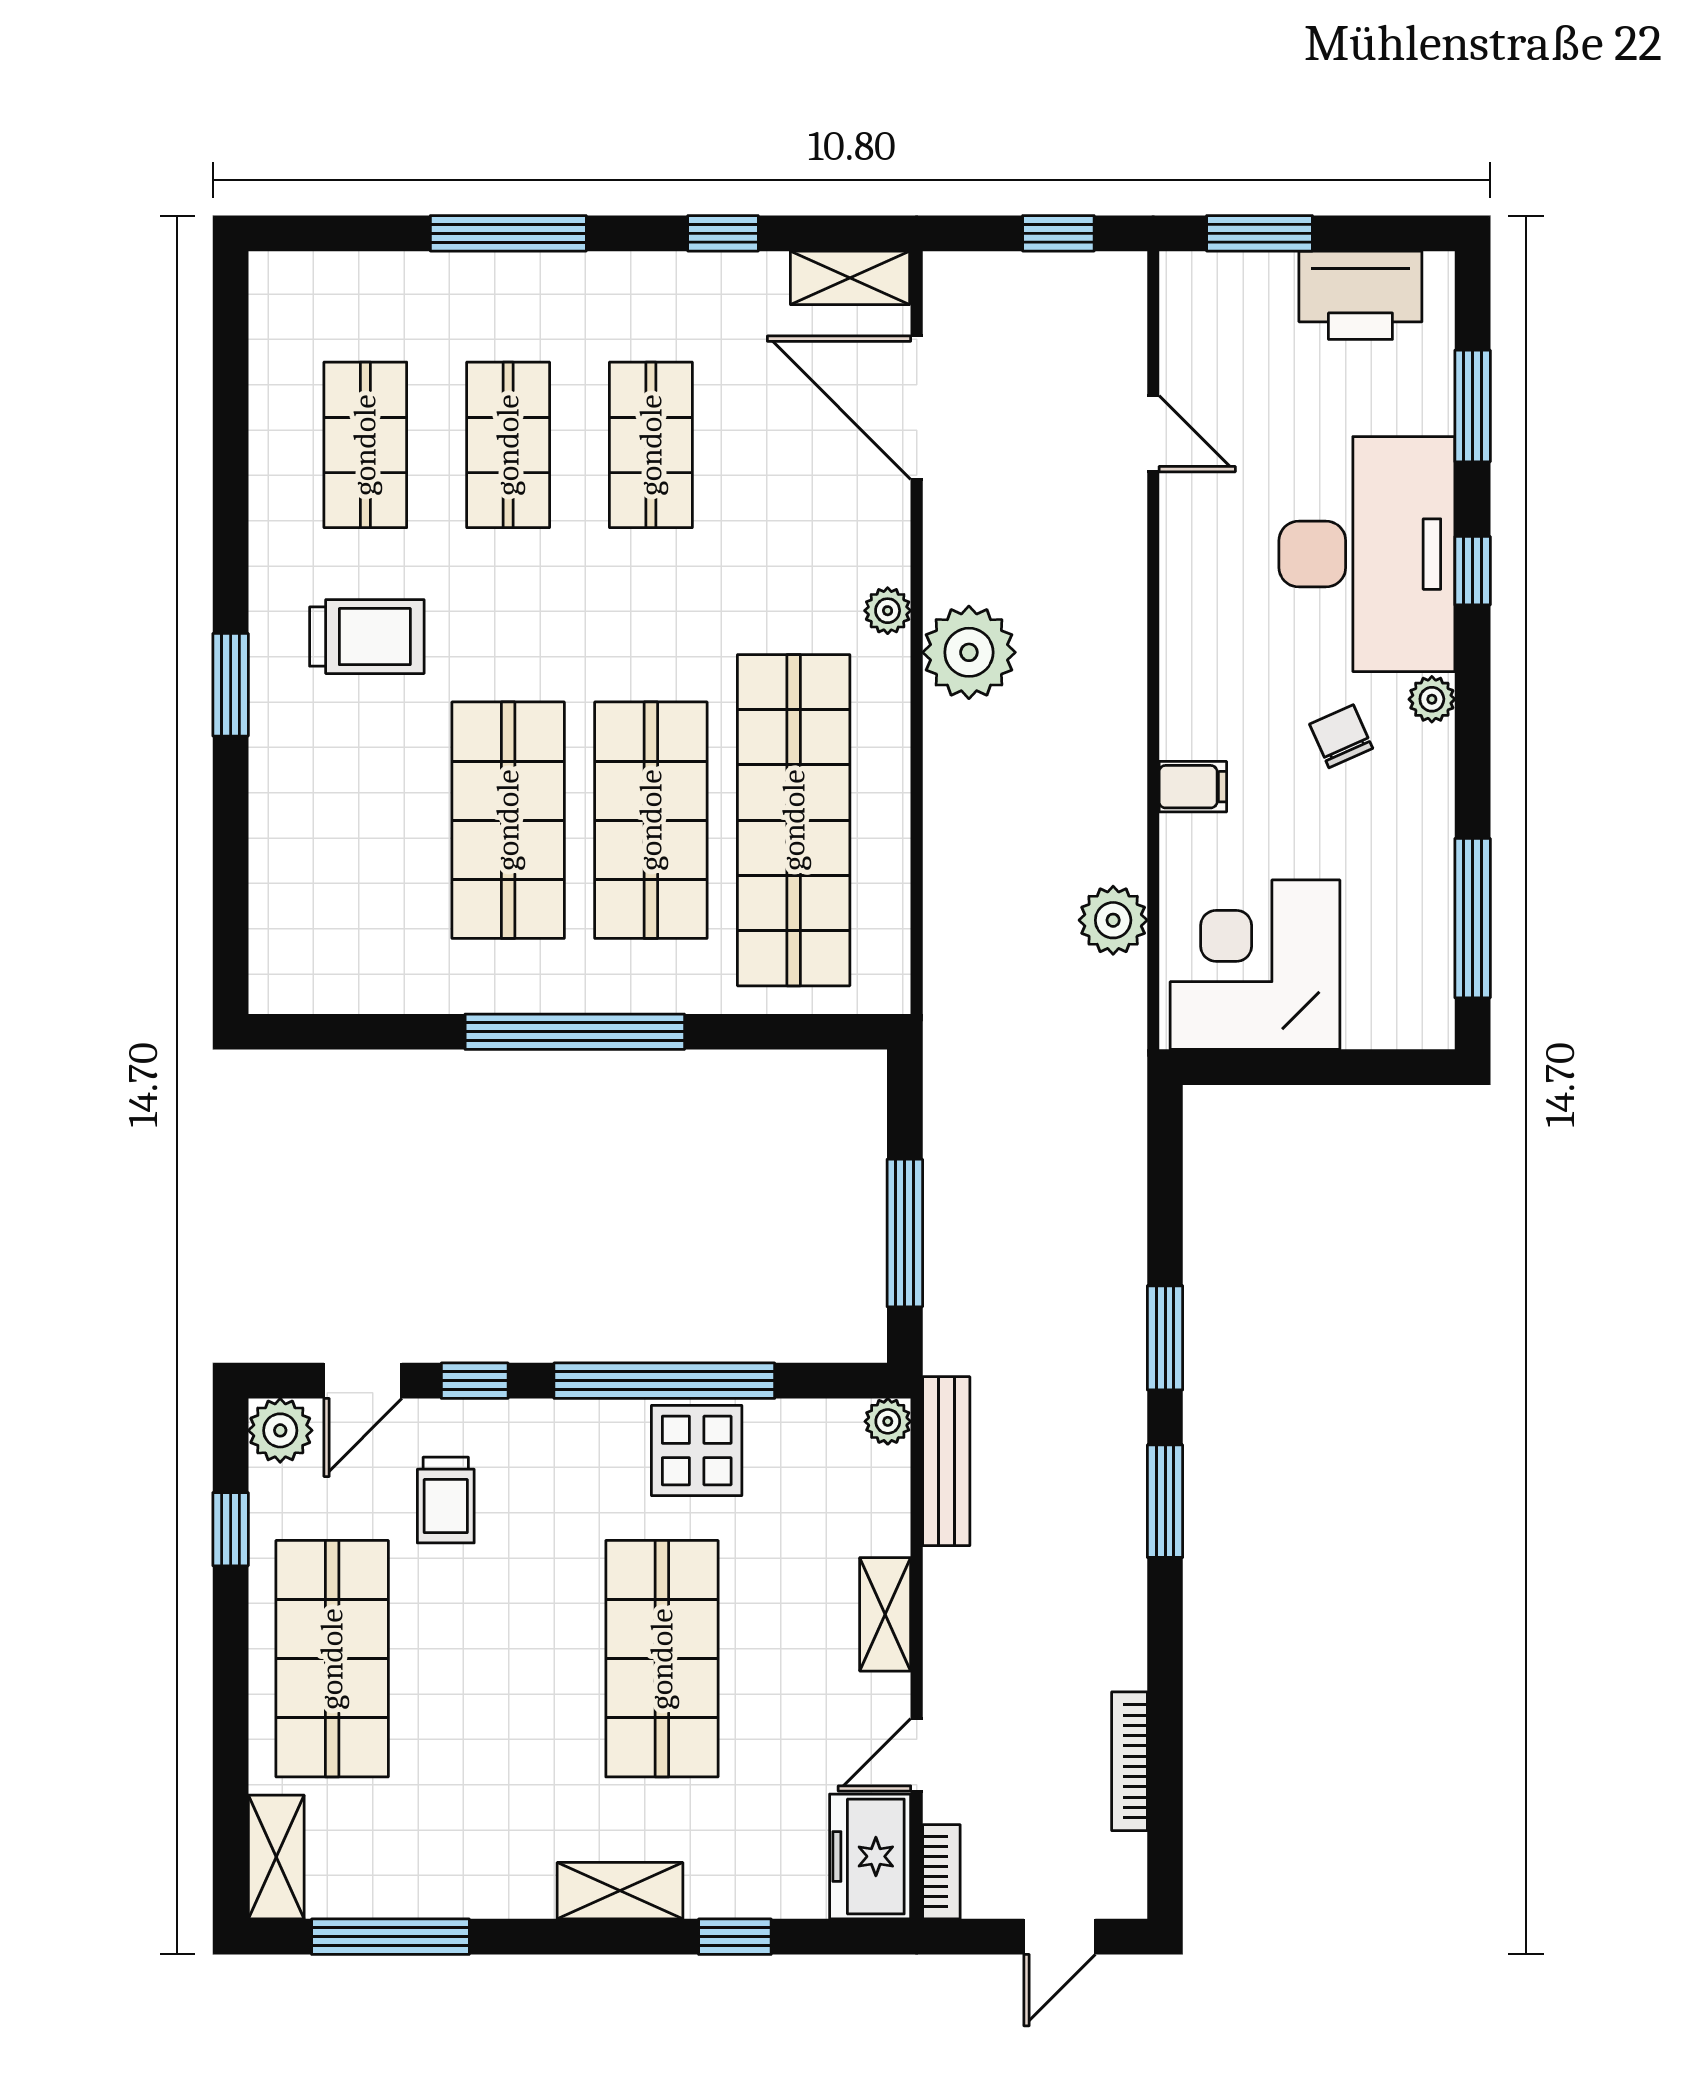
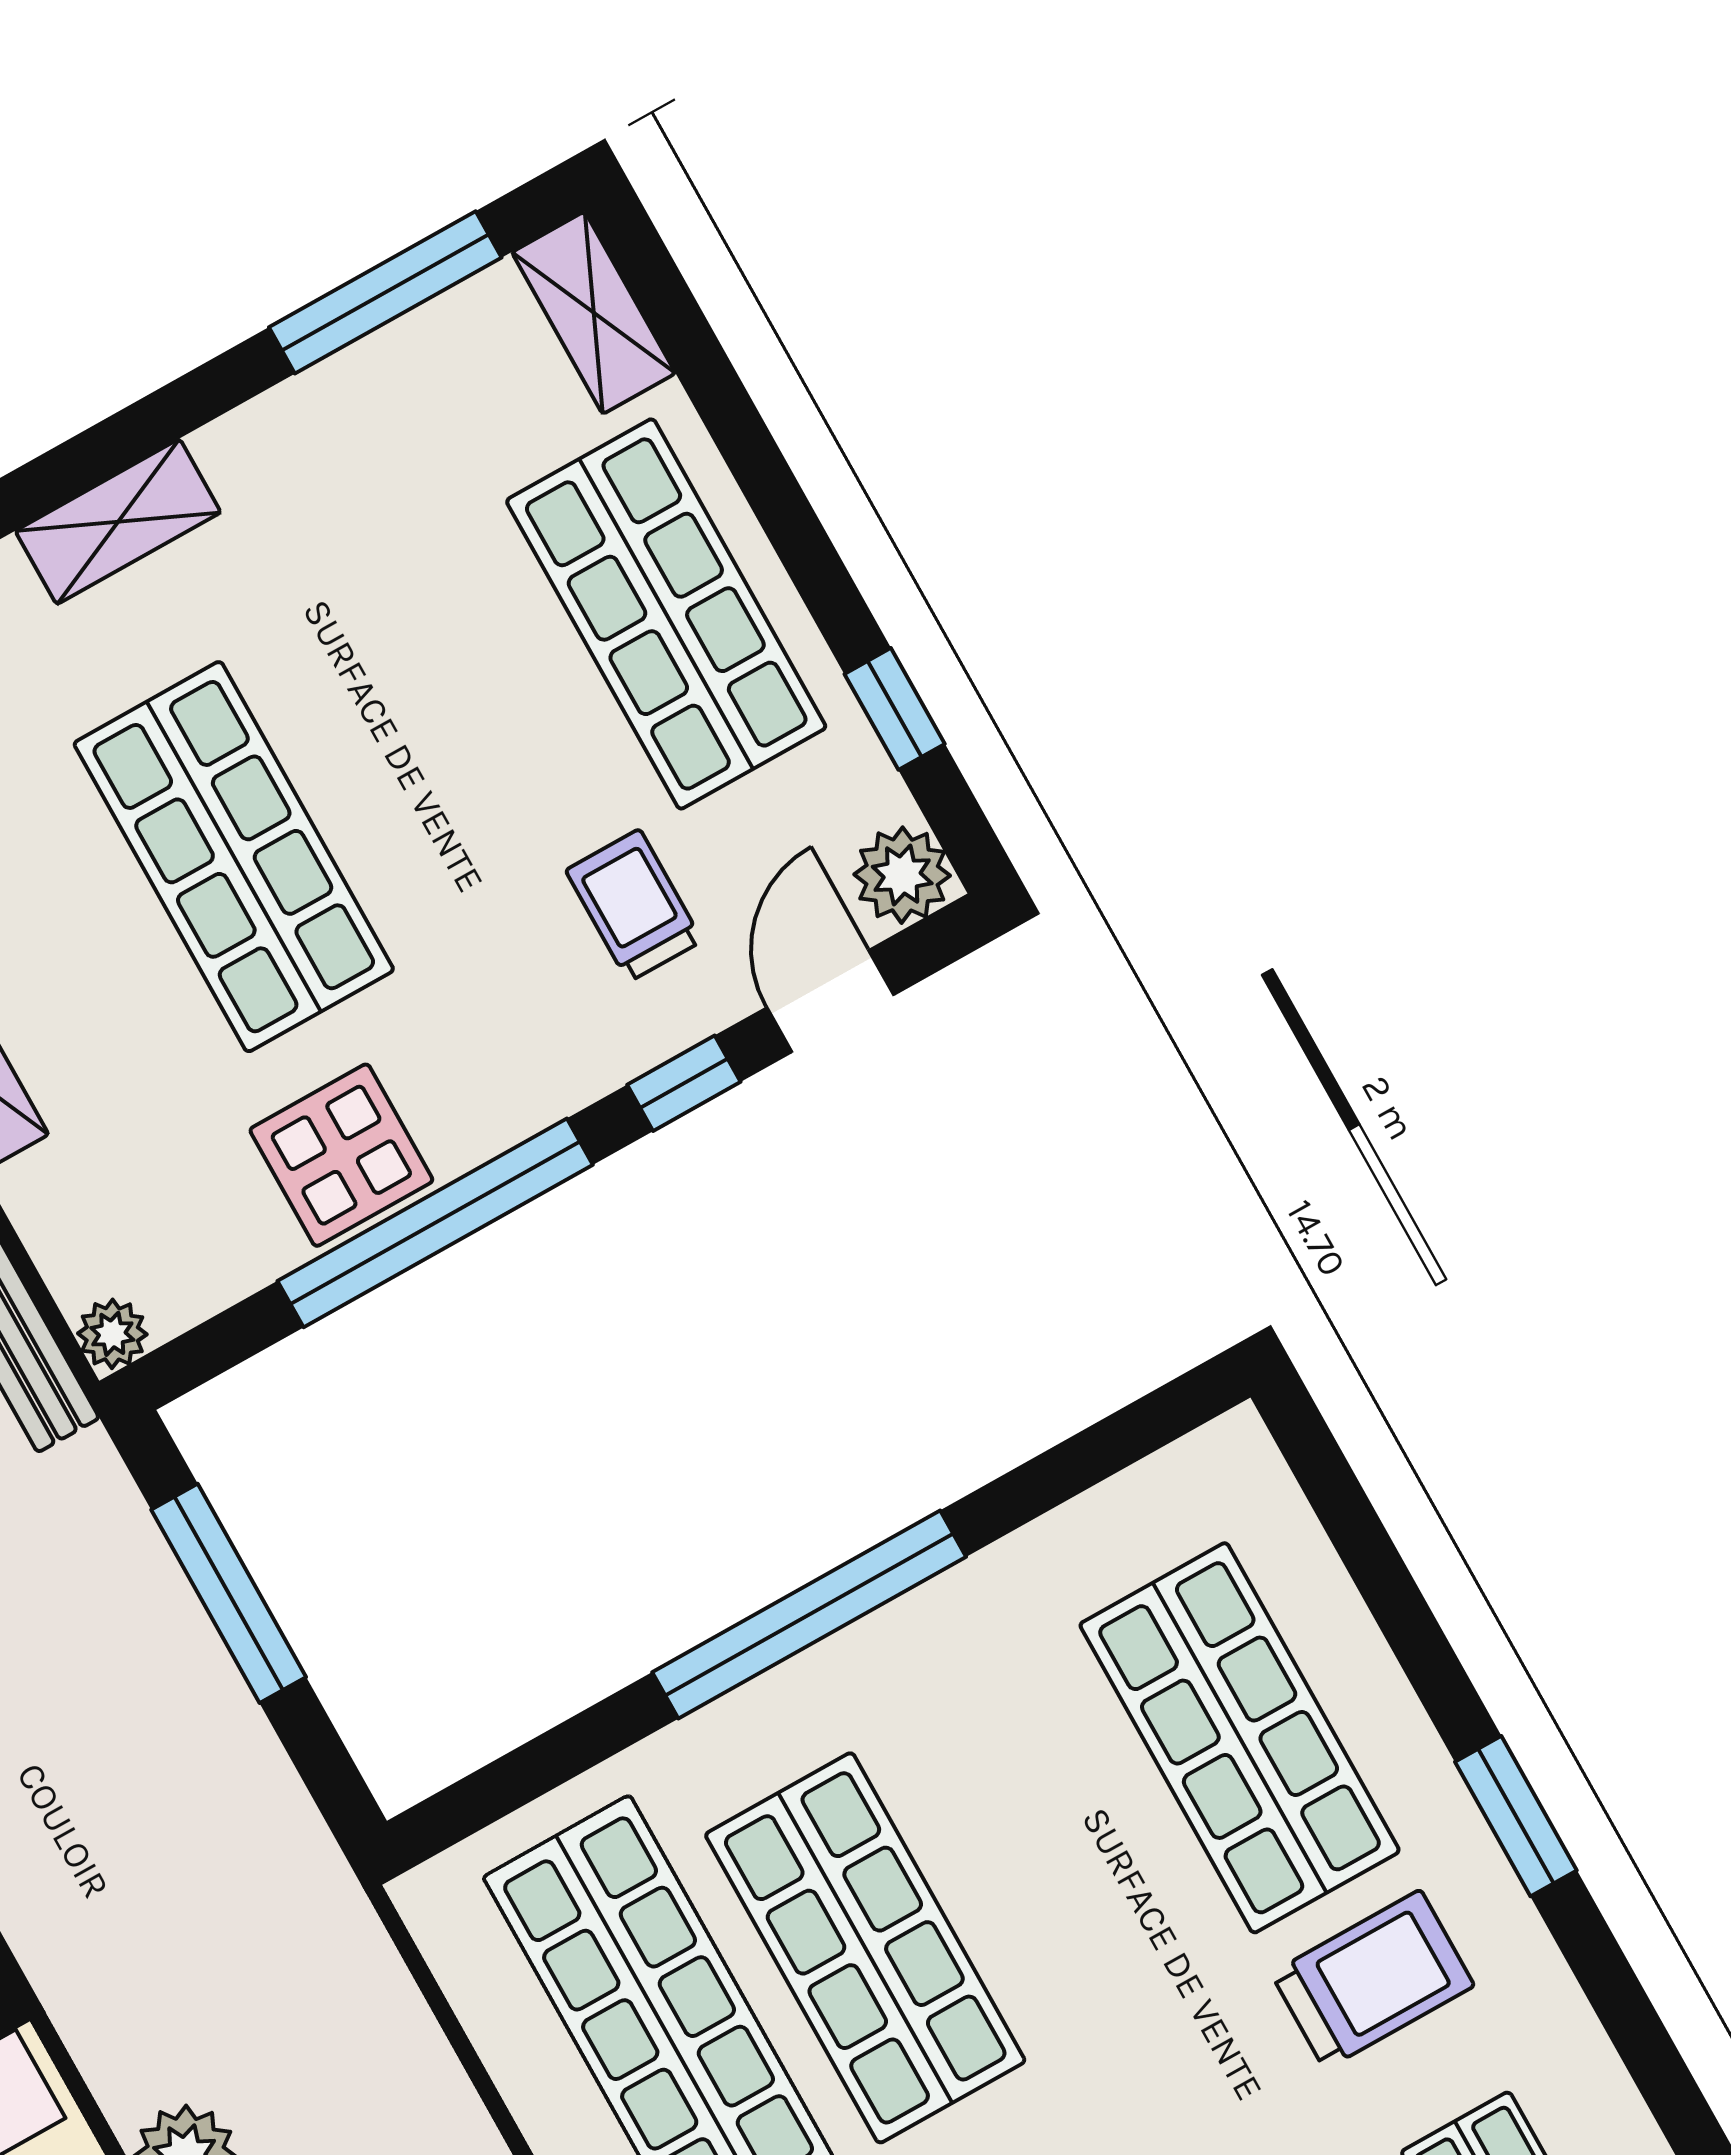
trolley: (367, 637) -> (1373, 1980), turned 180
shop shelf: (508, 820) -> (1240, 1738), moved

